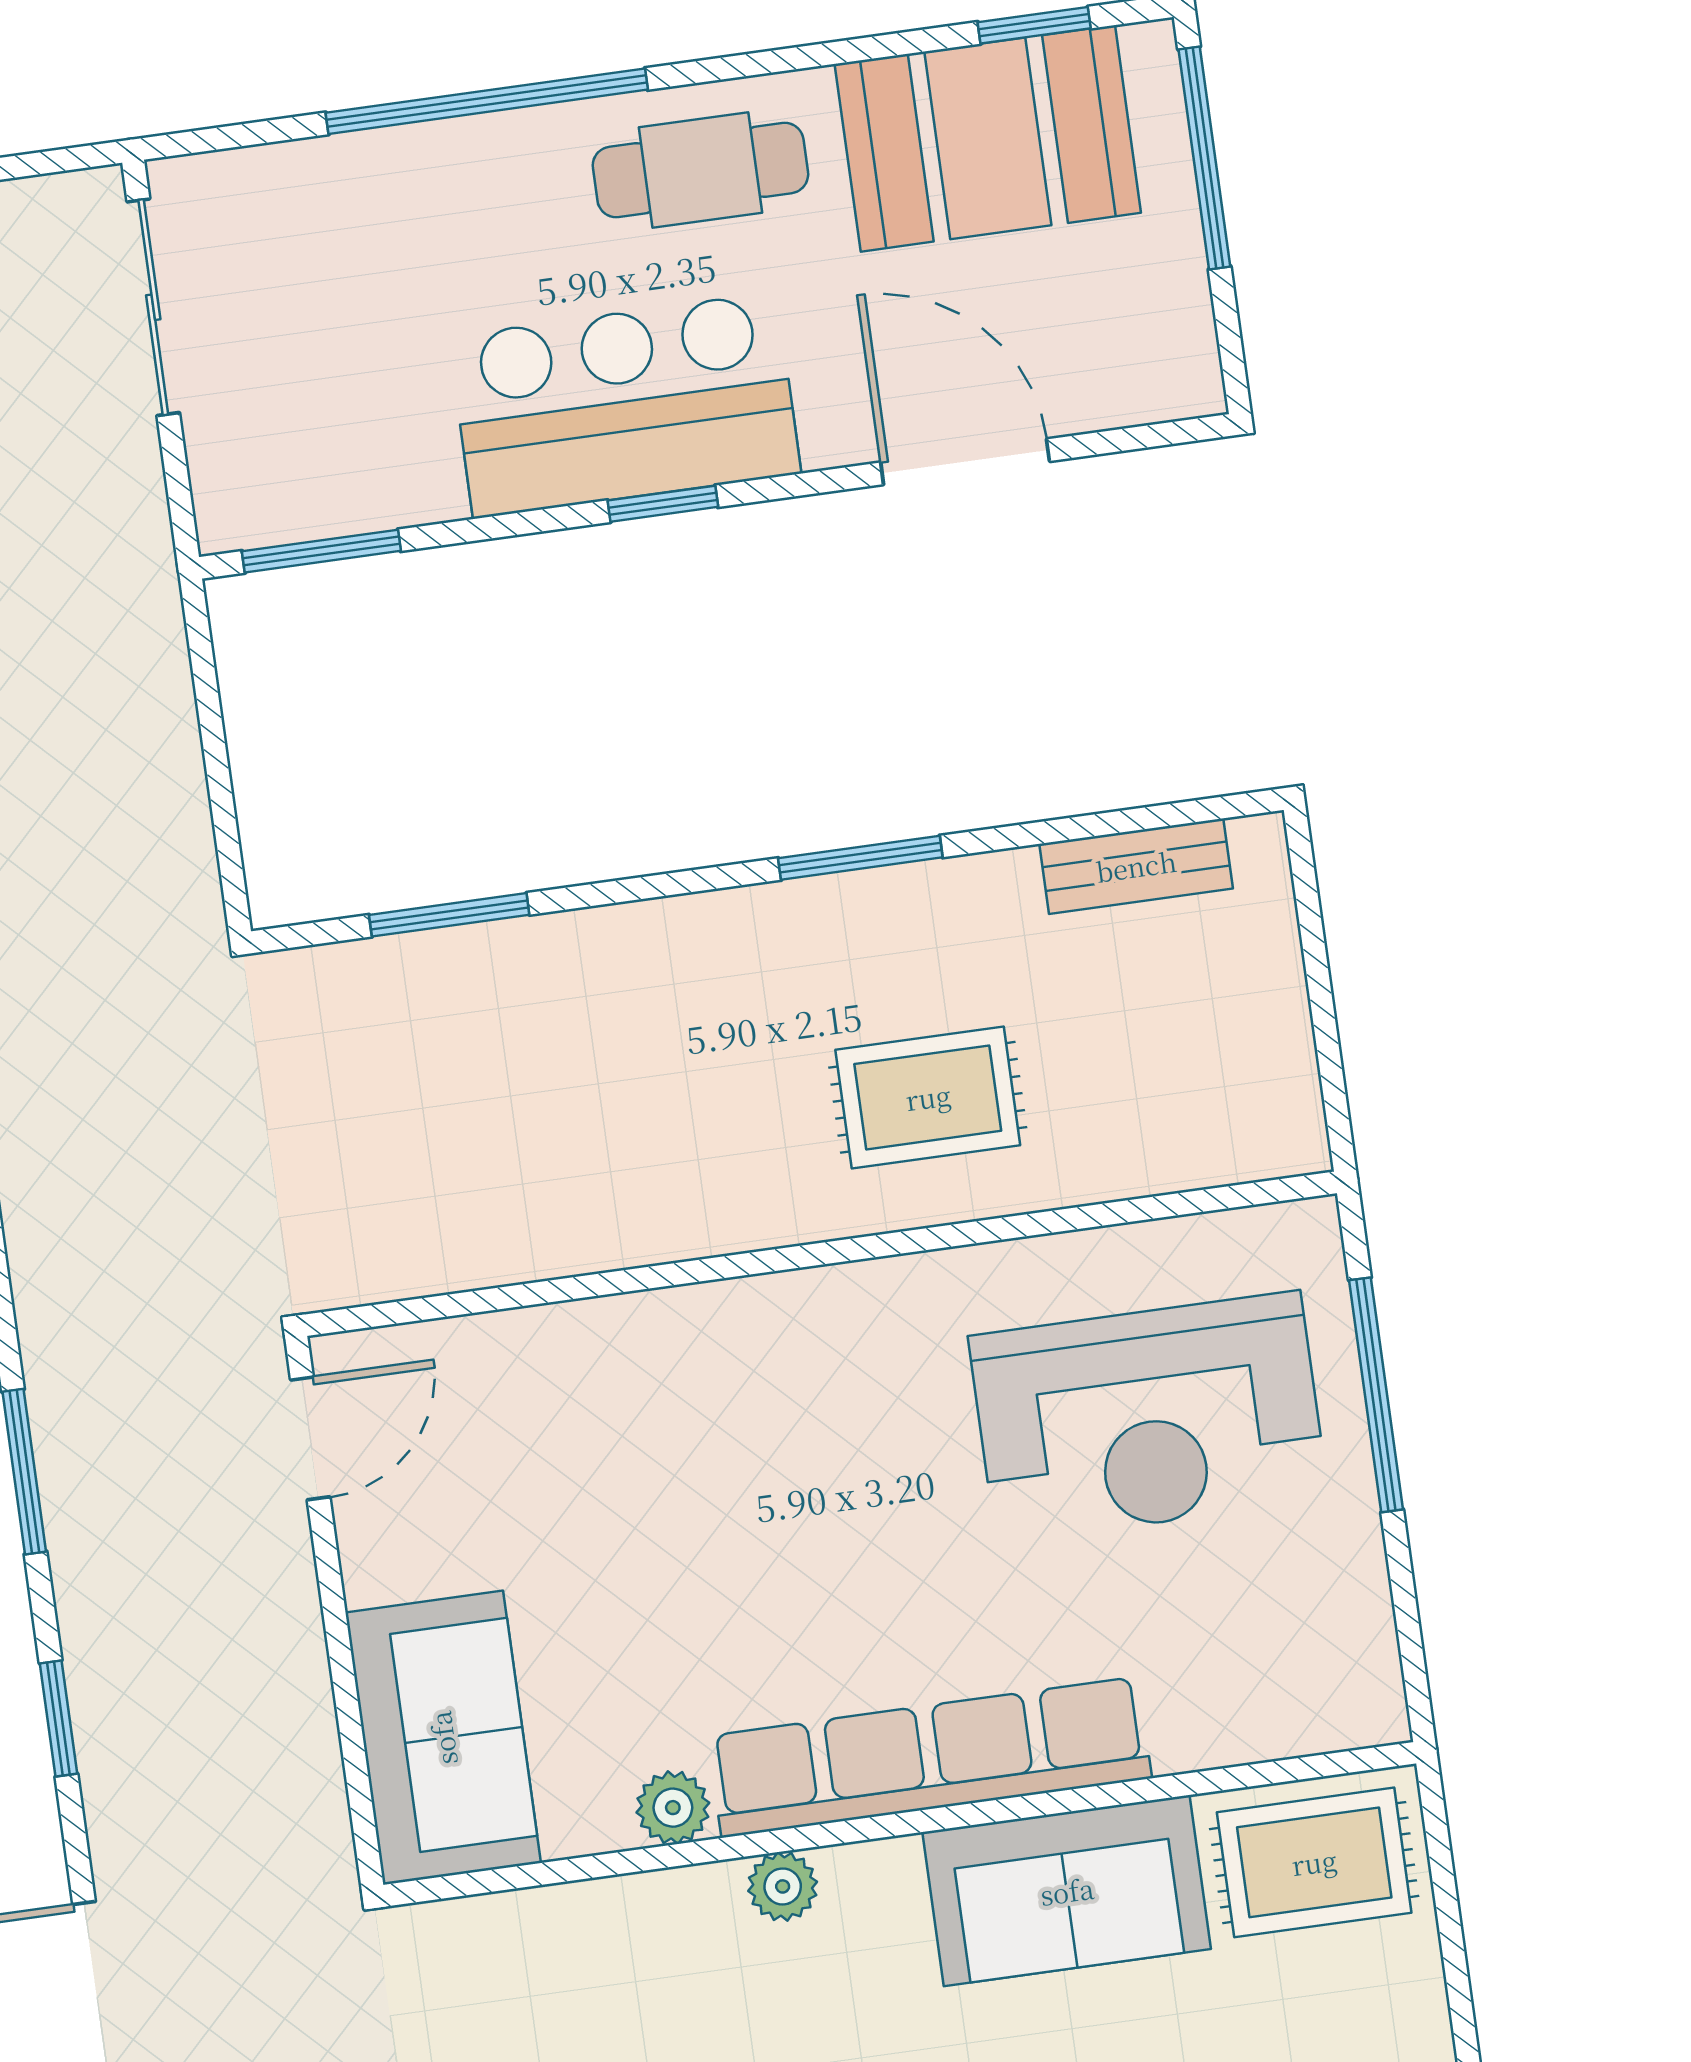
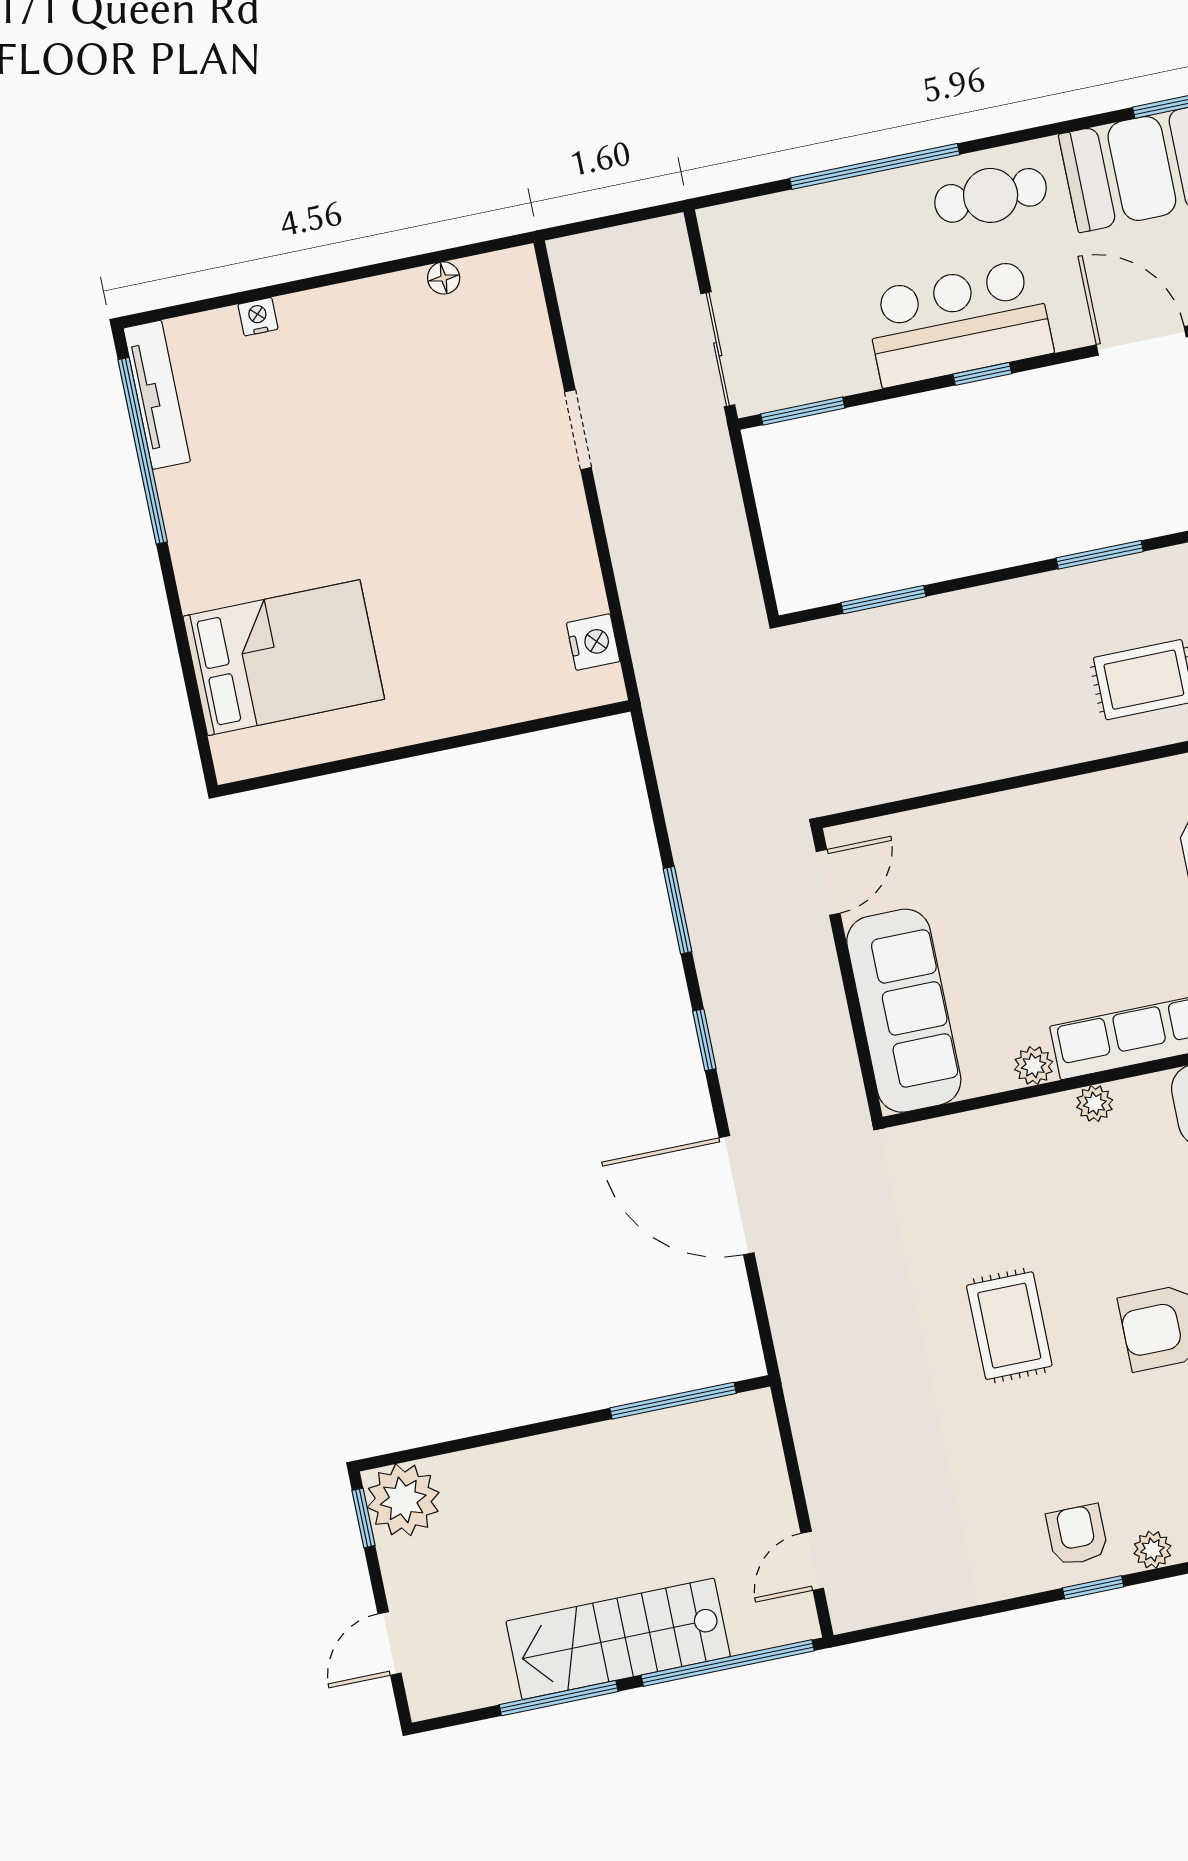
sliding door: (153, 307) -> (718, 349), moved
sofa: (443, 1738) -> (904, 1011), width x1.36

